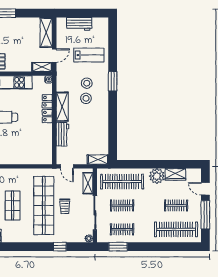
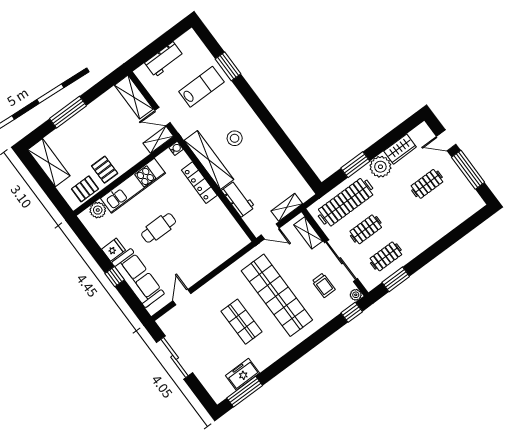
door: (54, 56) -> (163, 116), swing flipped
window: (113, 81) -> (228, 66), moved
stool: (87, 83) -> (223, 120), removed
shelving: (62, 107) -> (209, 160), width x1.47
shelving: (98, 160) -> (287, 207), moved
window: (143, 164) -> (355, 165), added
trolley: (65, 206) -> (324, 285), moved
clothes rail: (176, 229) -> (447, 211), removed
window: (60, 247) -> (352, 312), moved

